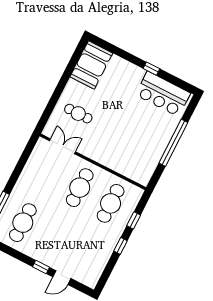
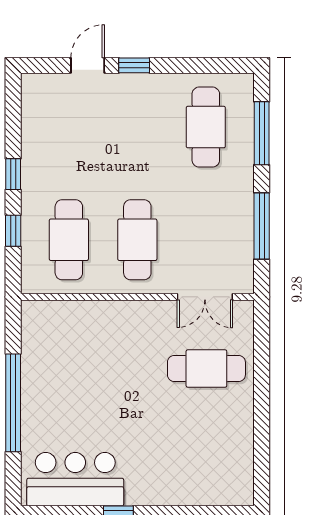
booth: (91, 65) -> (227, 466), removed
cafe table: (78, 114) -> (206, 368), width x1.37, depth x1.35
window: (21, 165) -> (262, 226), added

